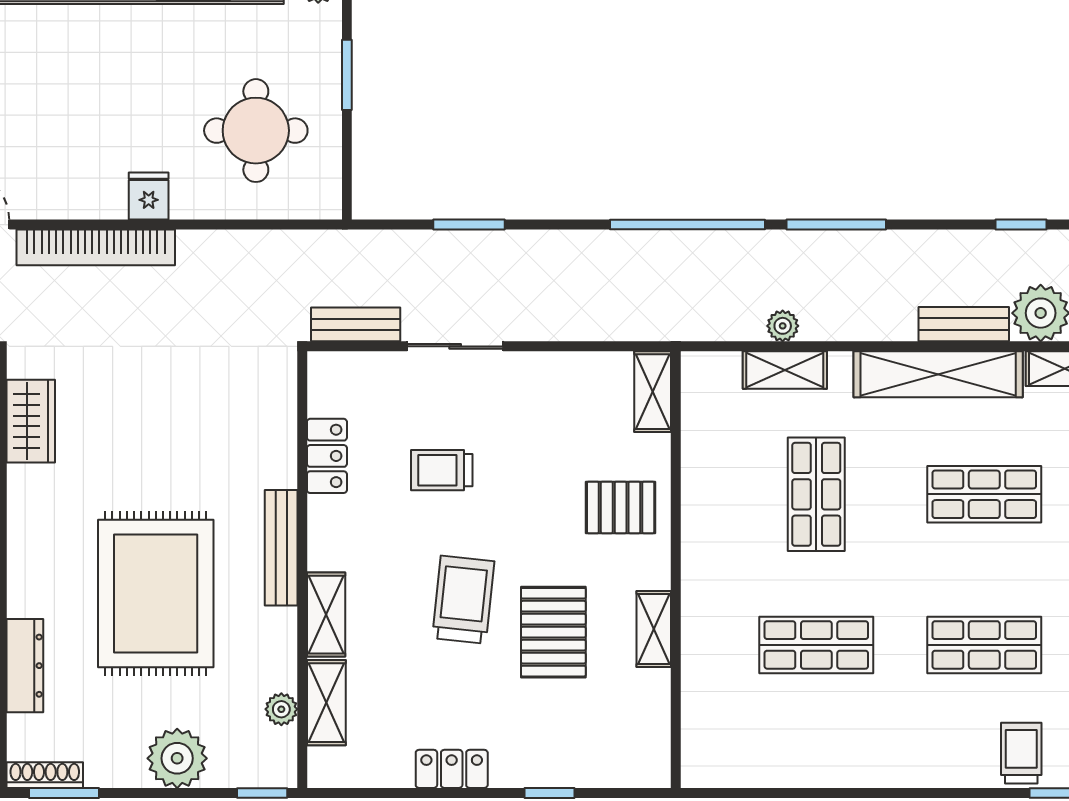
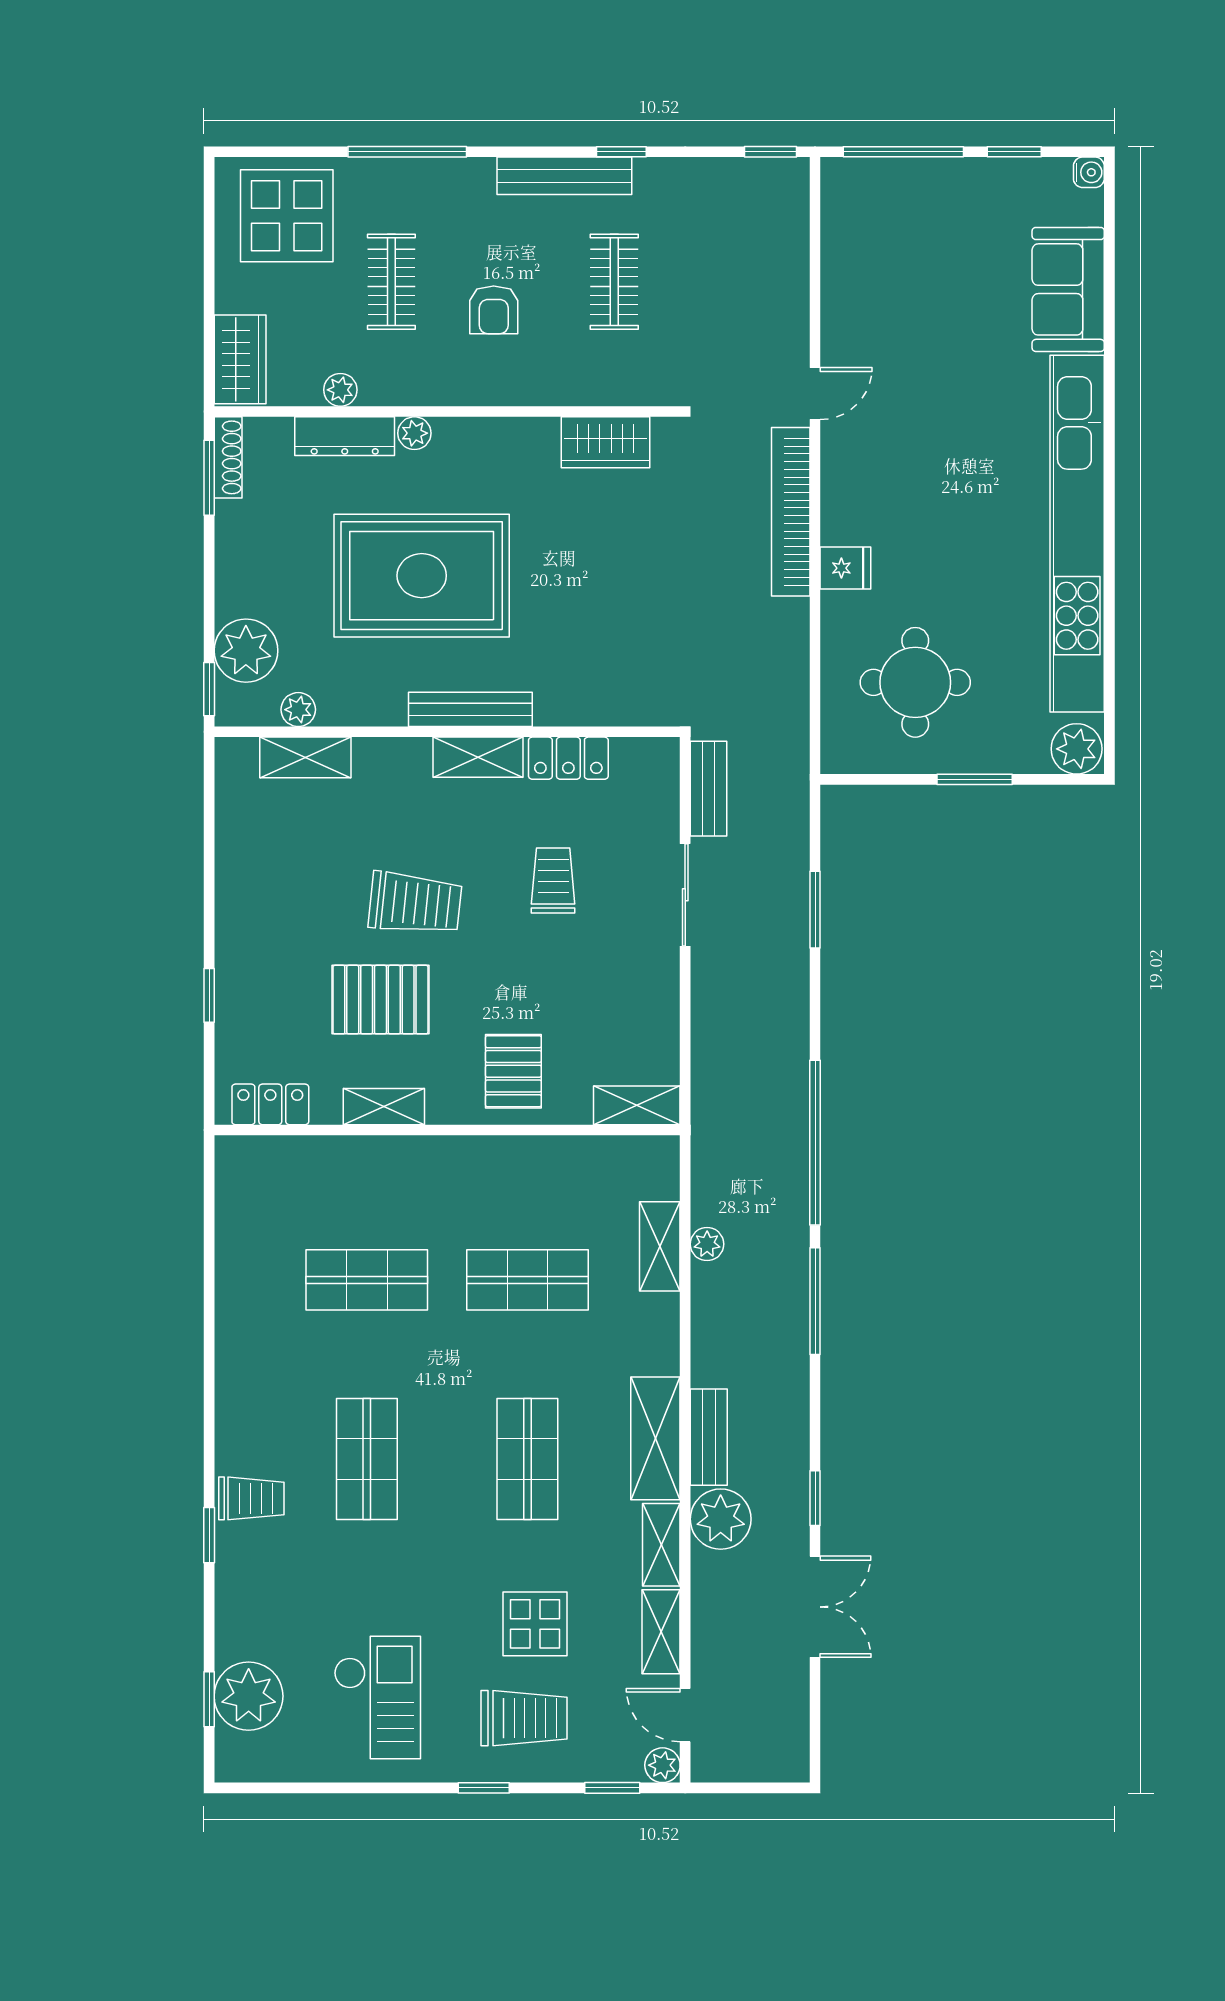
shelving: (938, 374) -> (655, 1438), width x0.68
plant: (22, 600) -> (414, 433), added
shelving: (326, 615) -> (478, 757), moved
shop shelf: (816, 645) -> (367, 1280), turned 90
plant: (177, 758) -> (246, 651), moved
locker: (452, 769) -> (270, 1104), moved, turned -90

